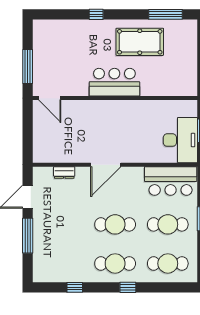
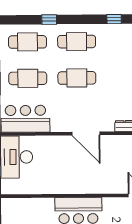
door: (106, 165) -> (86, 134), swing flipped
window: (128, 287) -> (49, 20), moved

